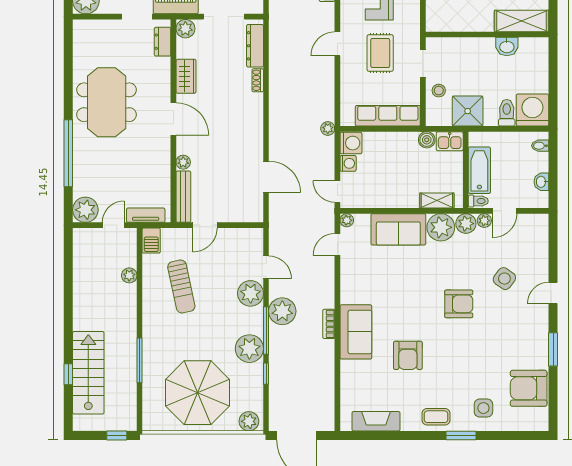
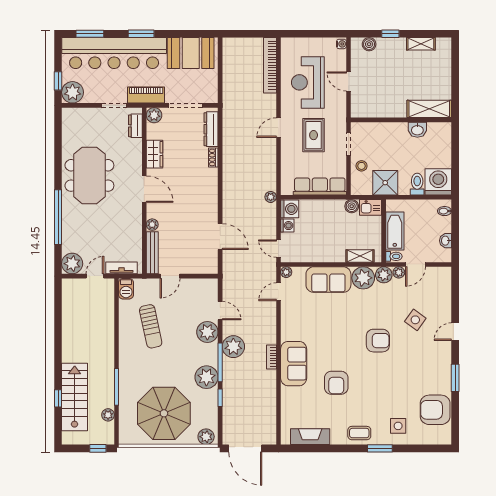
plant: (129, 275) -> (108, 415), moved

